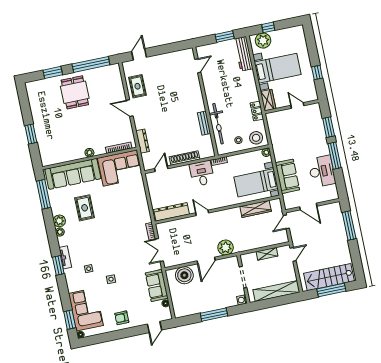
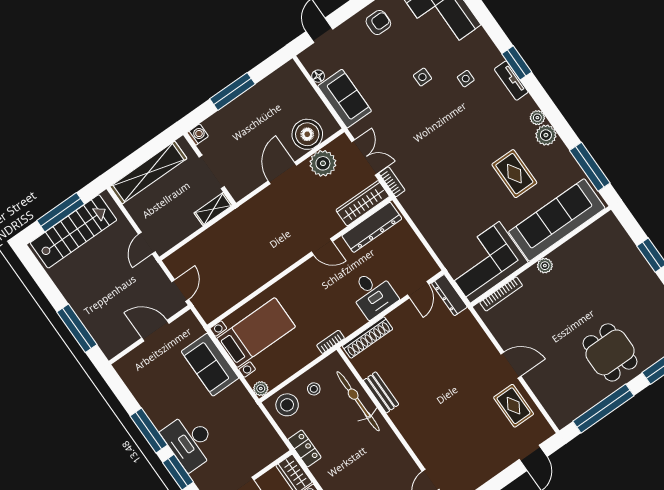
dresser: (142, 141) -> (449, 295), moved
shoe rack: (184, 158) -> (368, 338), moved
desk: (322, 171) -> (190, 441), moved
desk: (202, 173) -> (373, 294), moved
wardrobe: (256, 209) -> (363, 203), moved
plant: (226, 248) -> (323, 163), moved
shelving: (267, 254) -> (213, 209), moved

